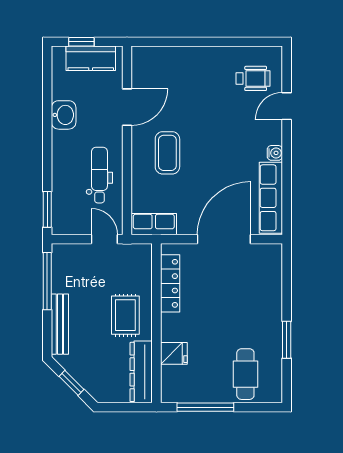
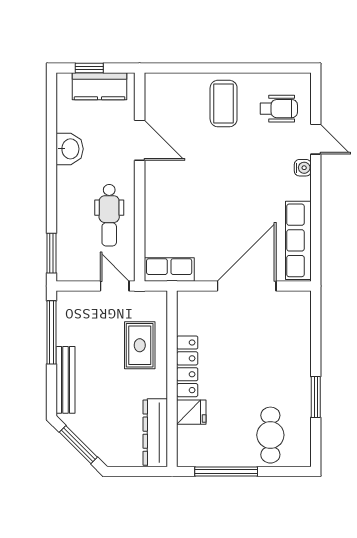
door: (287, 106) -> (316, 139), swing flipped
door: (127, 107) -> (140, 140), hinge flipped
coffee table: (167, 153) -> (224, 104), moved
water cooler: (275, 153) -> (303, 168), moved
dental chair: (99, 175) -> (109, 215), turned 180
locker: (170, 283) -> (187, 366), moved
rug: (125, 315) -> (140, 345), moved
window: (71, 383) -> (78, 445), width x1.50

